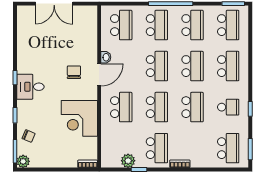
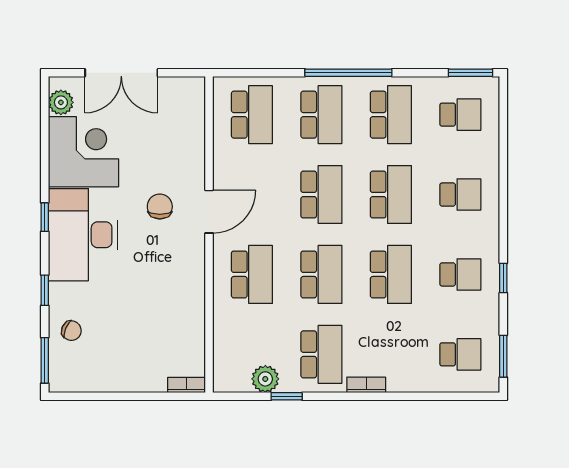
school desk: (228, 25) -> (460, 115), width x0.54
washbasin: (106, 57) -> (222, 177), removed
school desk: (228, 66) -> (460, 195), width x0.54
desk: (30, 87) -> (83, 235), width x1.87, depth x1.30
corner desk: (79, 118) -> (83, 152), moved, turned 180
school desk: (228, 148) -> (460, 354), width x0.54
plant: (23, 161) -> (61, 102), moved

